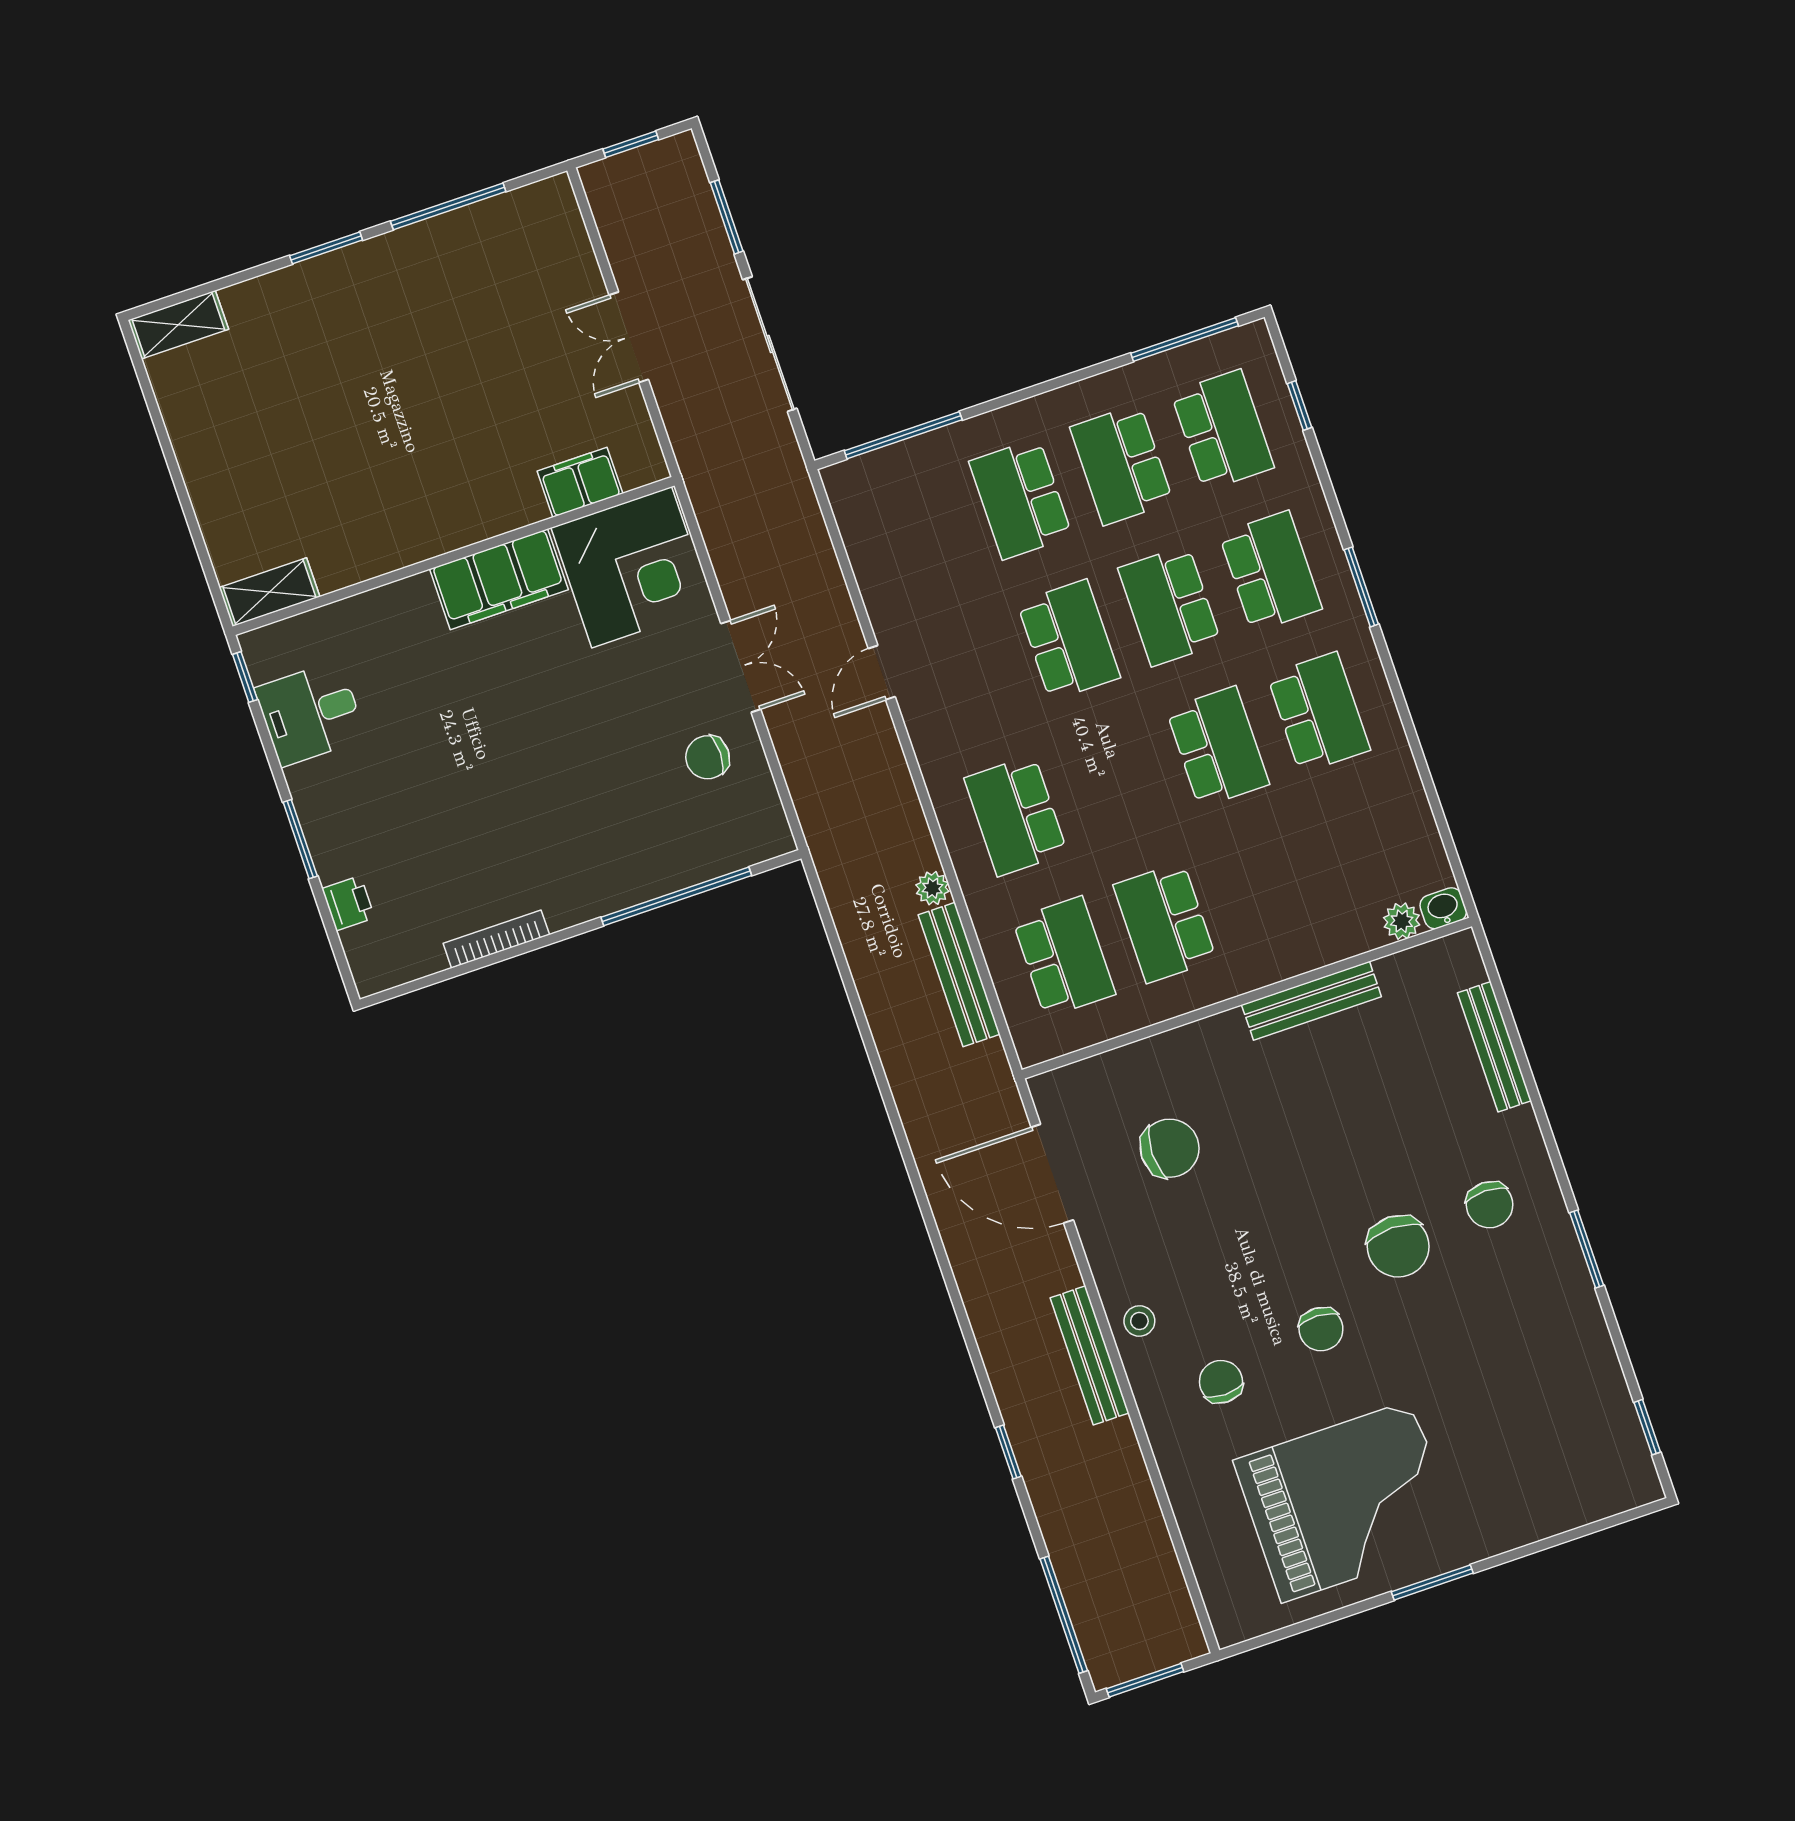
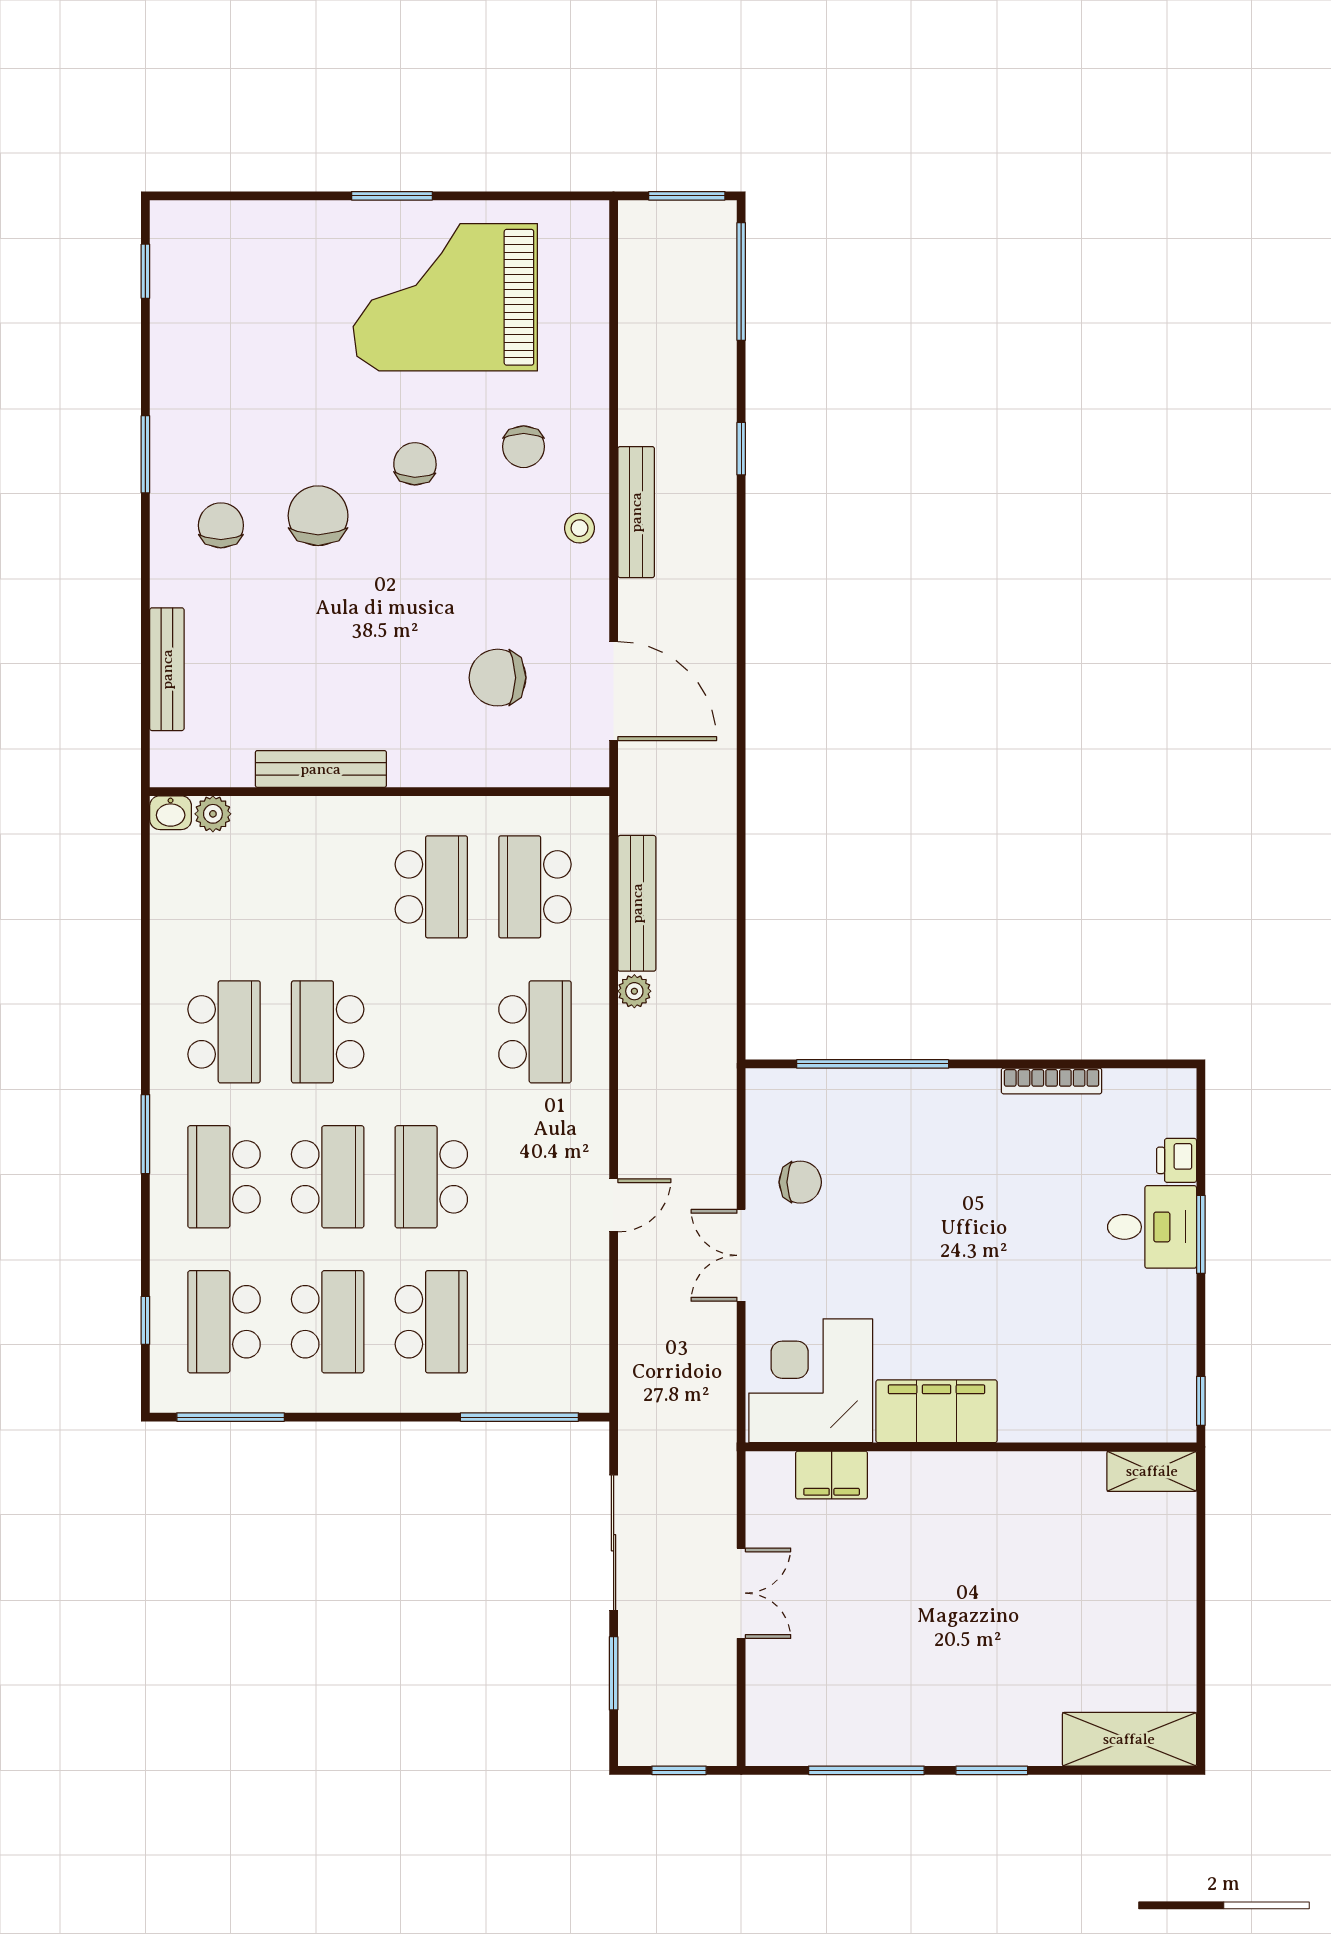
shelving: (178, 325) -> (1129, 1739), width x1.50, depth x1.33
desk: (310, 713) -> (1152, 1227), moved
school desk: (1319, 713) -> (224, 1032), turned 180

